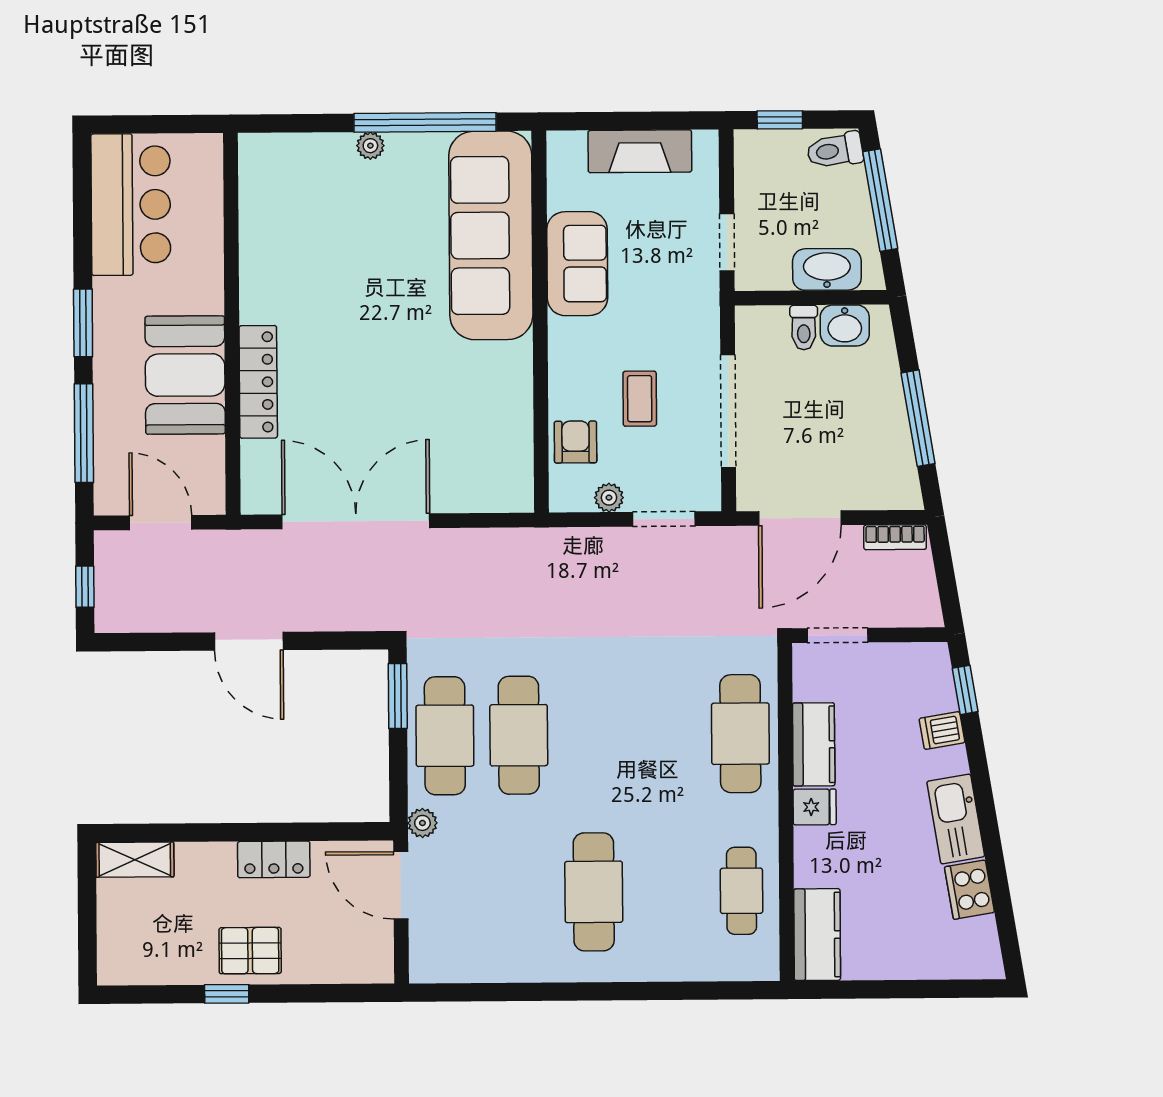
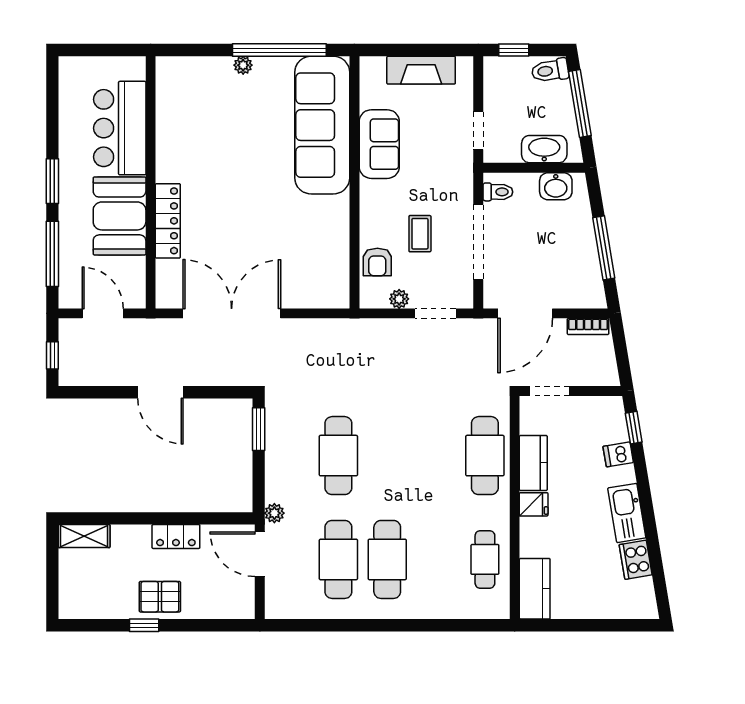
bar counter: (131, 204) -> (120, 128), moved, turned 180
toilet: (804, 327) -> (498, 192), moved, turned -90
armchair: (575, 442) -> (377, 262), turned 180
cafe table: (445, 736) -> (338, 559), moved

